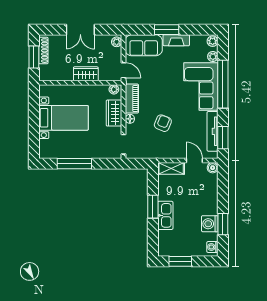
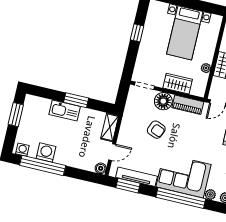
plant: (114, 89) -> (206, 68), moved
floor lamp: (130, 119) -> (163, 101), width x1.89, depth x1.89
window: (74, 164) -> (137, 33), width x0.46
window: (223, 224) -> (43, 165), width x2.11

